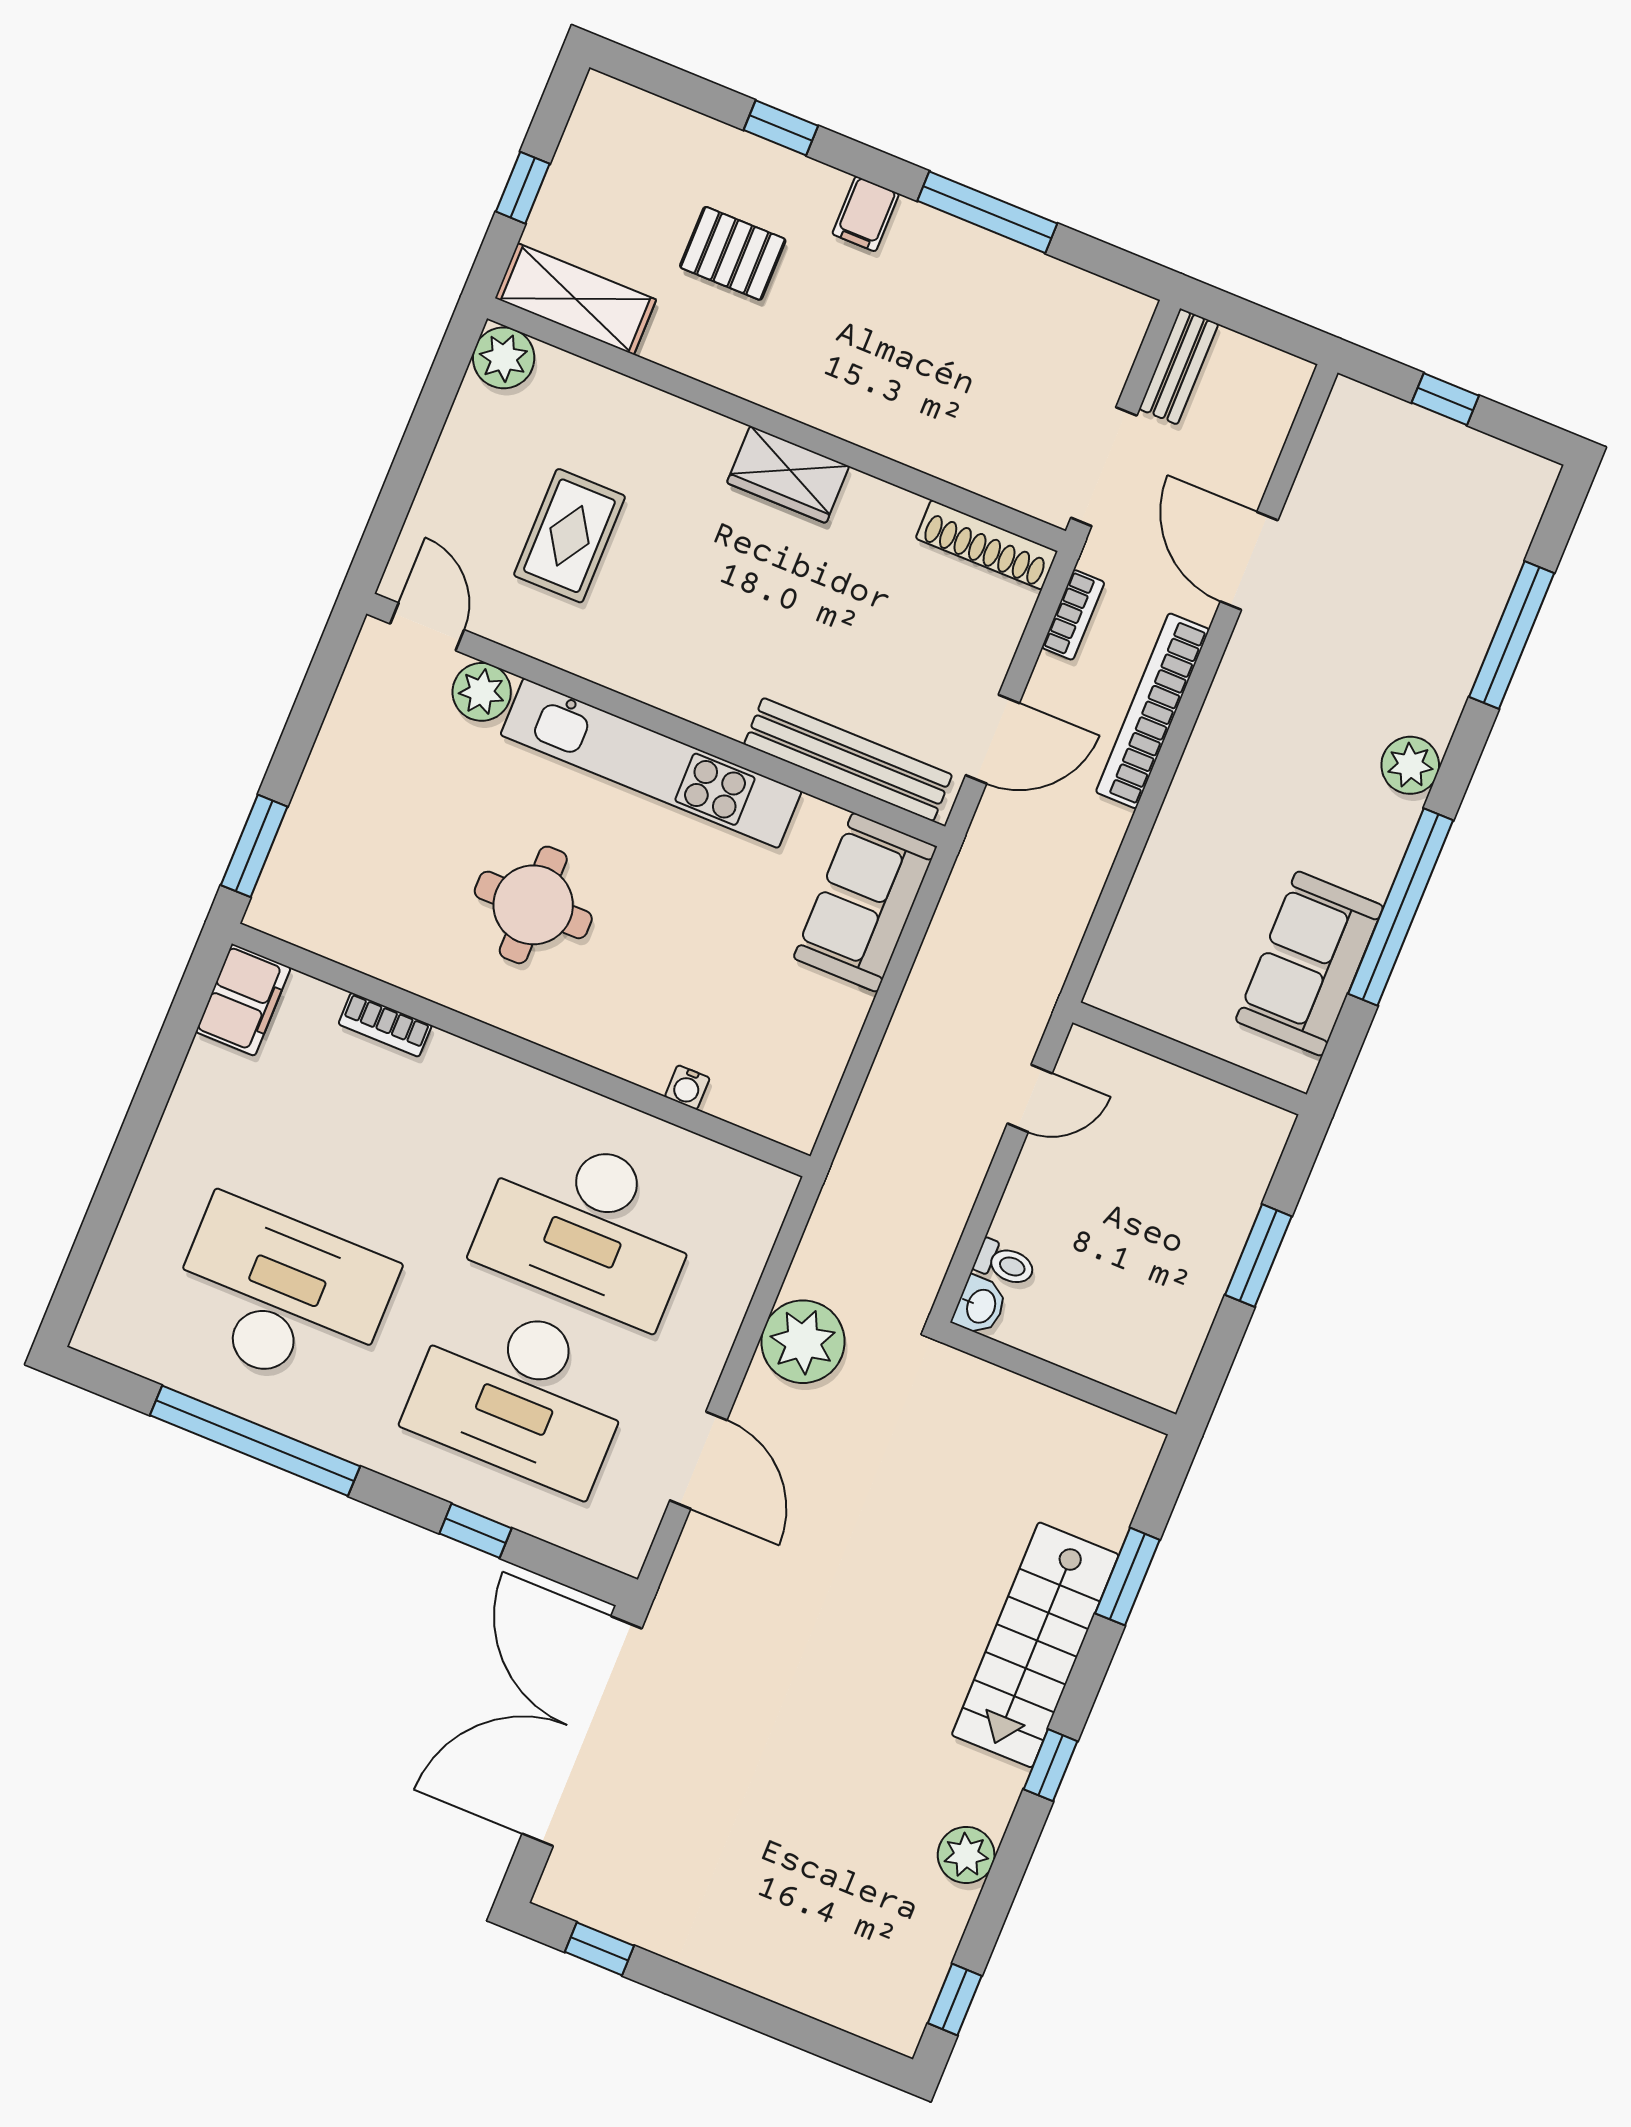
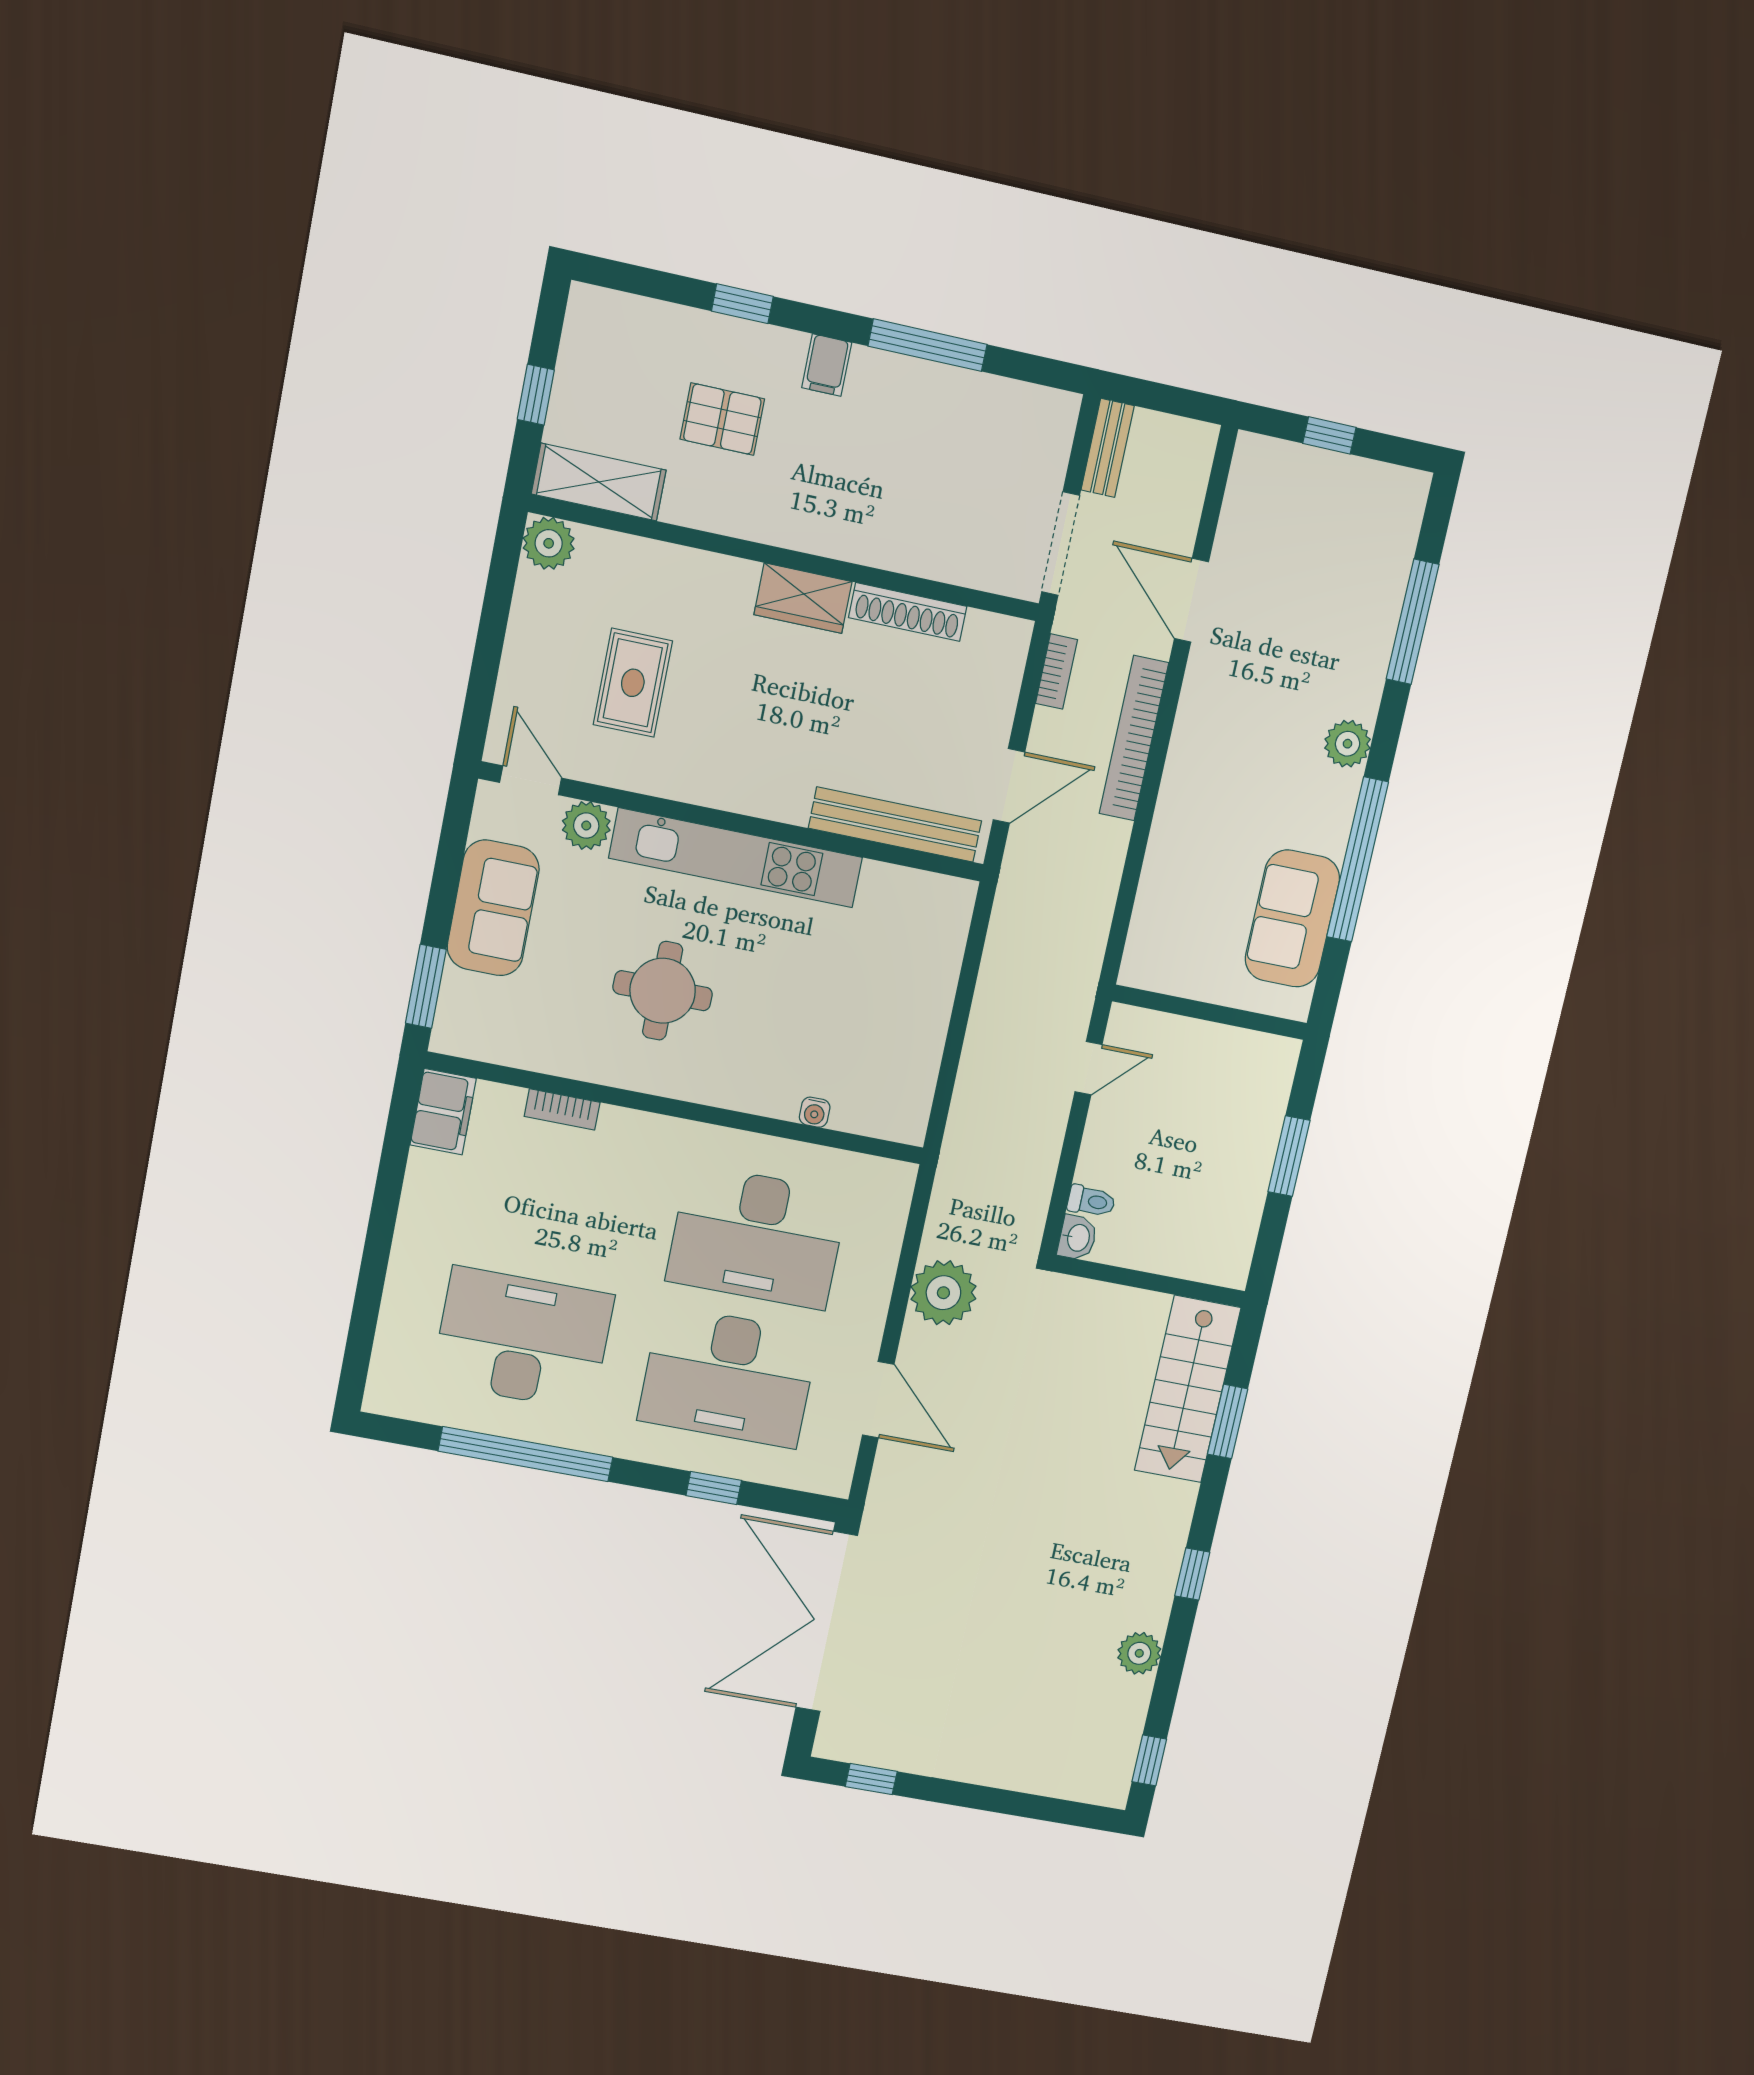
shoe rack: (987, 545) -> (908, 612), moved
sofa: (865, 902) -> (493, 908), moved, turned 180
stairs: (1035, 1645) -> (1188, 1389), moved

